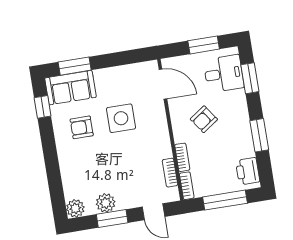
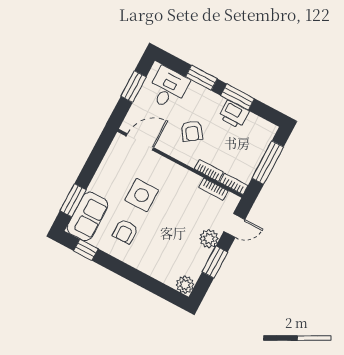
window: (250, 78) -> (201, 78), moved
printer: (248, 171) -> (234, 114), moved
plant: (106, 203) -> (209, 239), moved

